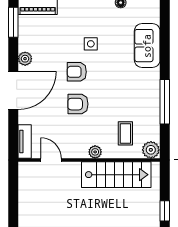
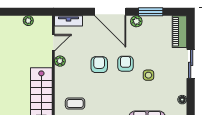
window: (13, 22) -> (151, 12), moved
plant: (95, 152) -> (60, 61), moved
plant: (24, 191) -> (28, 21), added

